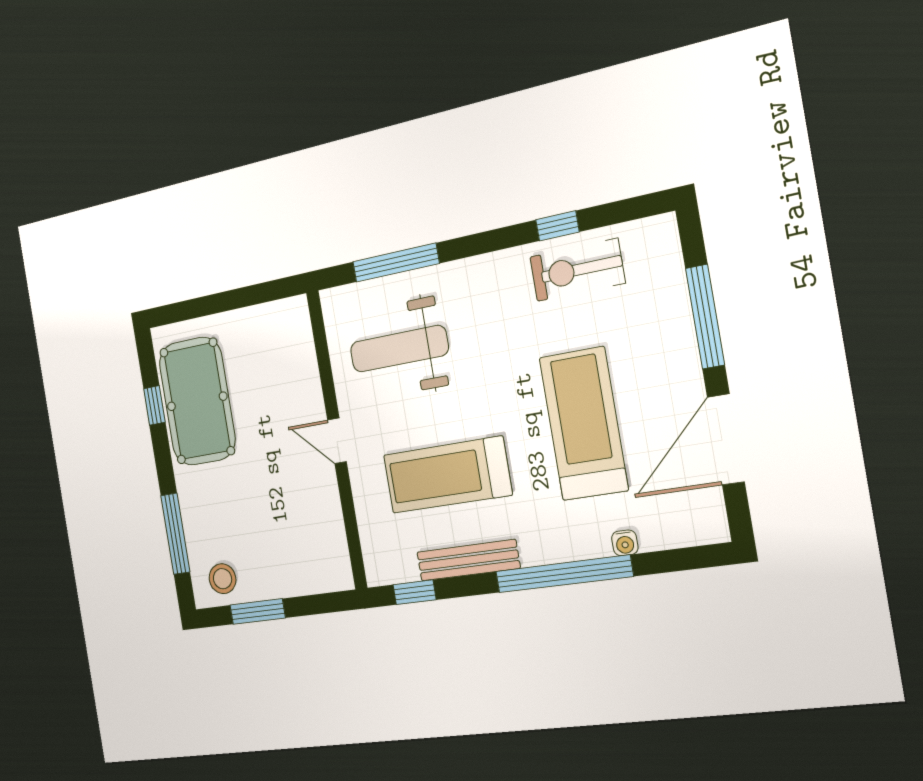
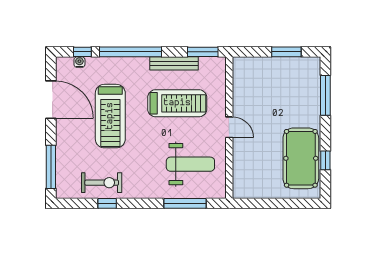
window: (705, 317) -> (51, 167), moved
door: (726, 439) -> (51, 100), hinge flipped
water cooler: (625, 543) -> (79, 62), moved
window: (671, 561) -> (82, 52), added
stool: (223, 579) -> (303, 70), removed
window: (414, 592) -> (203, 52), width x1.50

